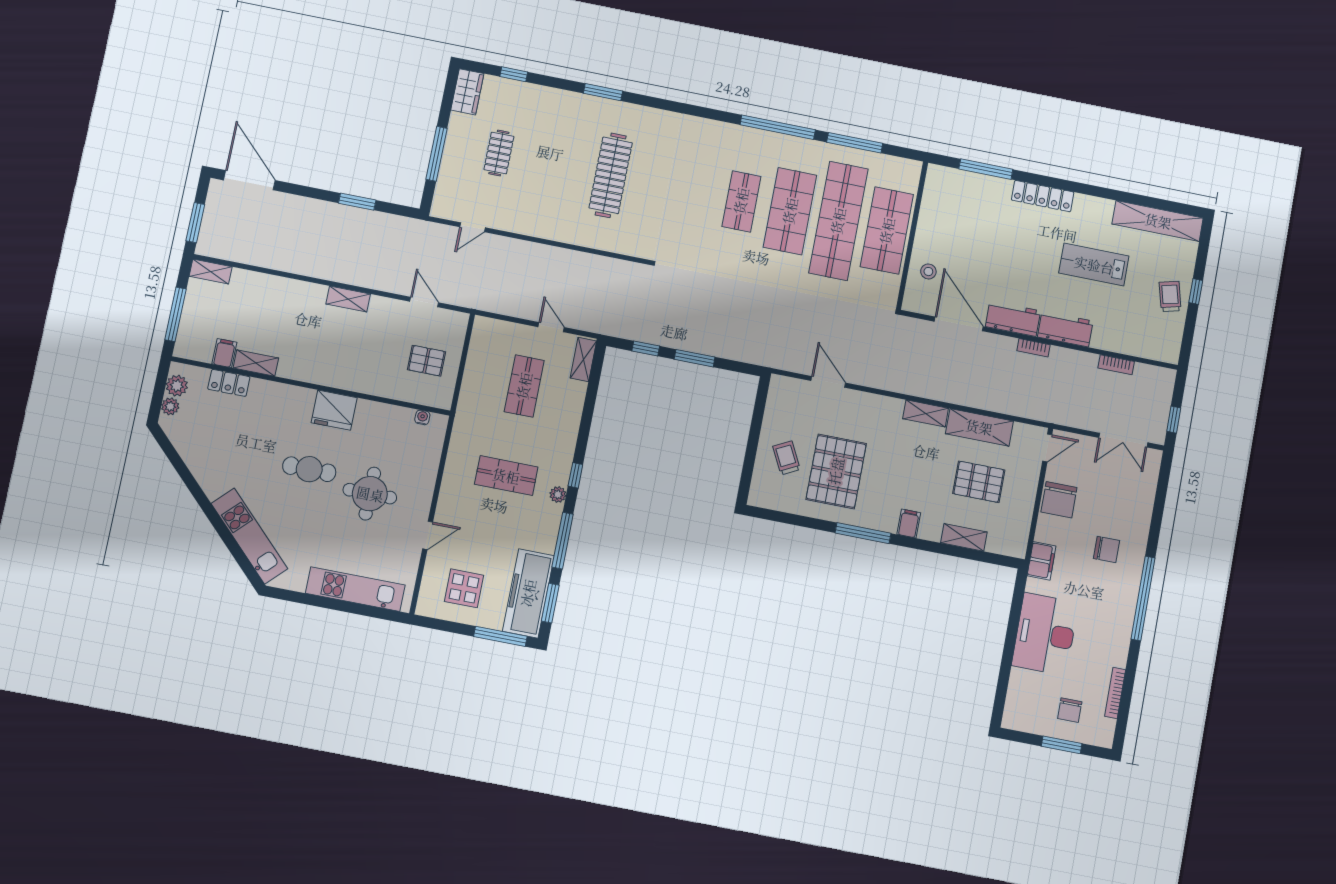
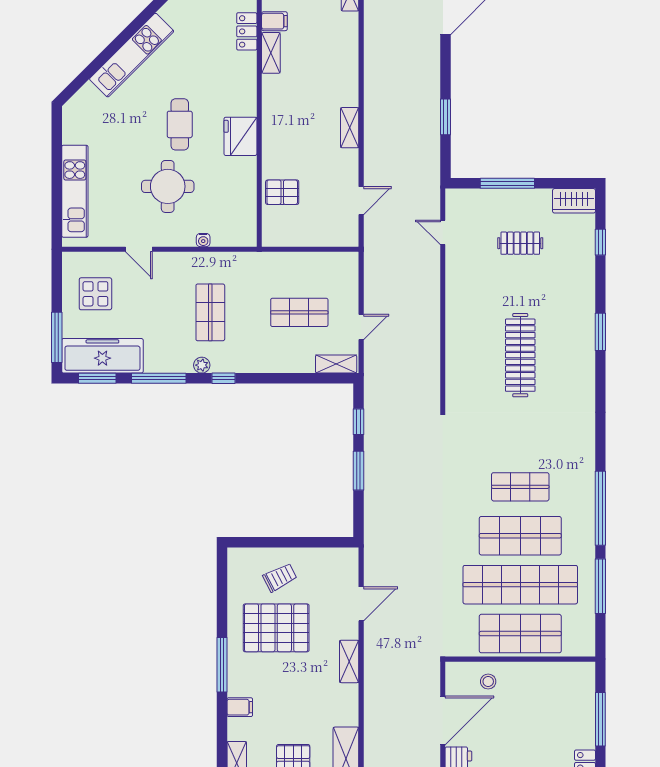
clothes rail: (611, 175) -> (520, 355), turned 90
pallet: (427, 361) -> (282, 192), moved, turned 90
shelving: (926, 413) -> (349, 661), moved
water cooler: (422, 417) -> (203, 240), moved, turned 90
kitchen unit: (249, 536) -> (132, 55), moved

